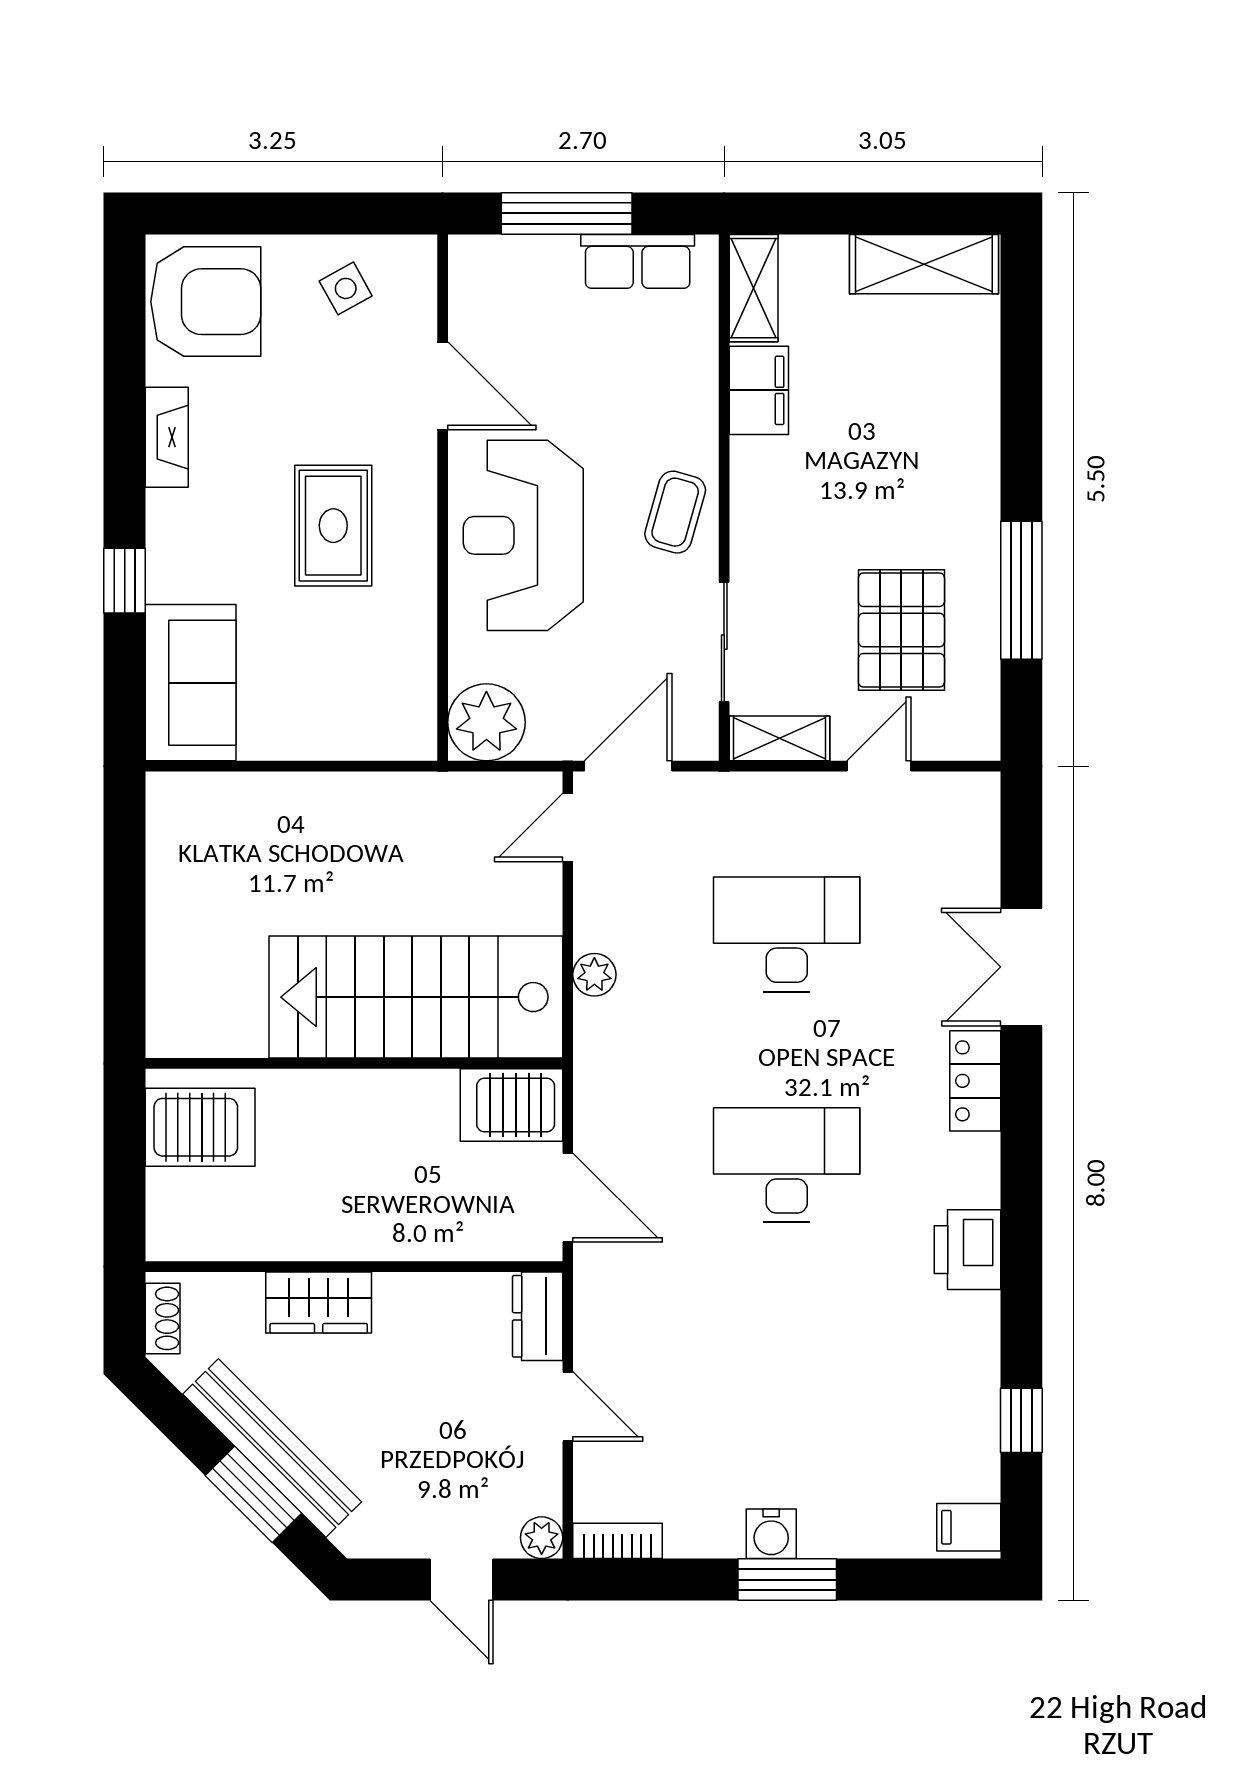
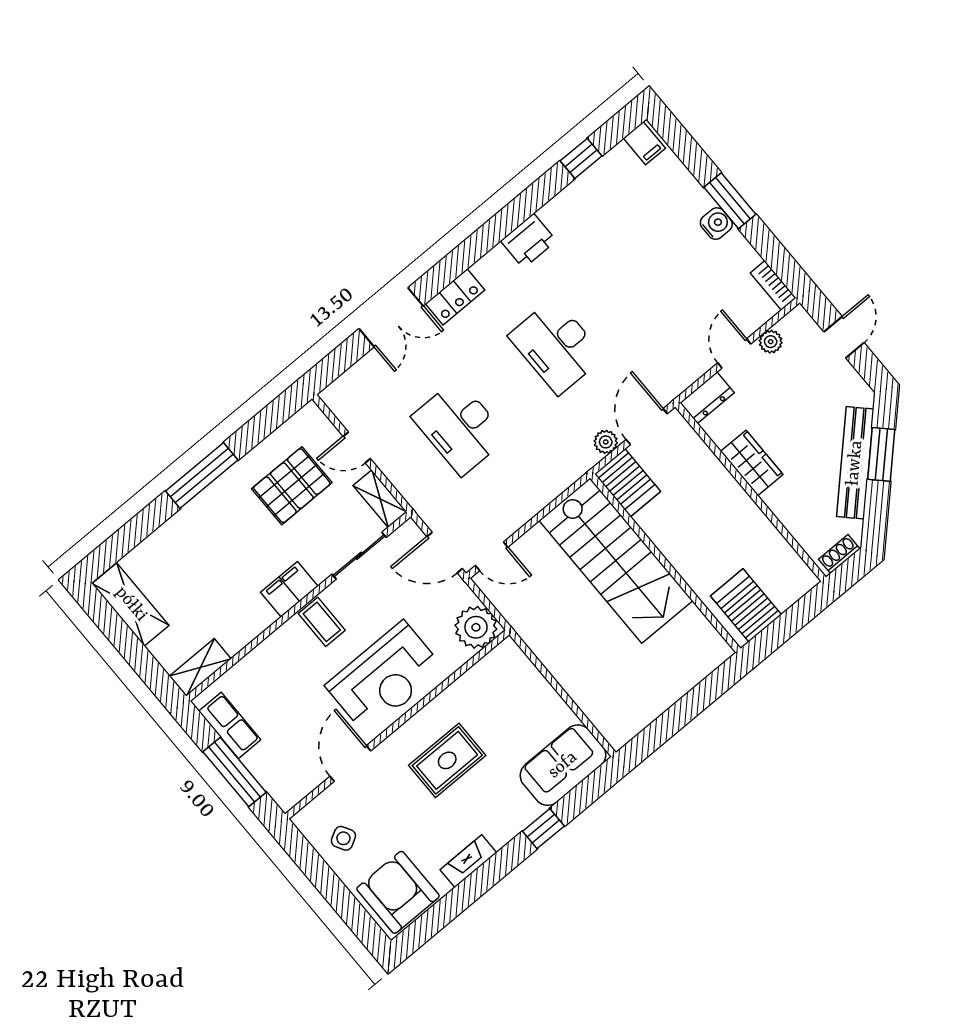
filing cabinet: (759, 390) -> (289, 589), moved
coffee table: (675, 512) -> (322, 622), turned 74
window: (1021, 590) -> (202, 476), moved
plant: (594, 975) -> (606, 442), moved
wardrobe: (319, 1303) -> (752, 463), moved
plant: (542, 1538) -> (771, 342), moved

